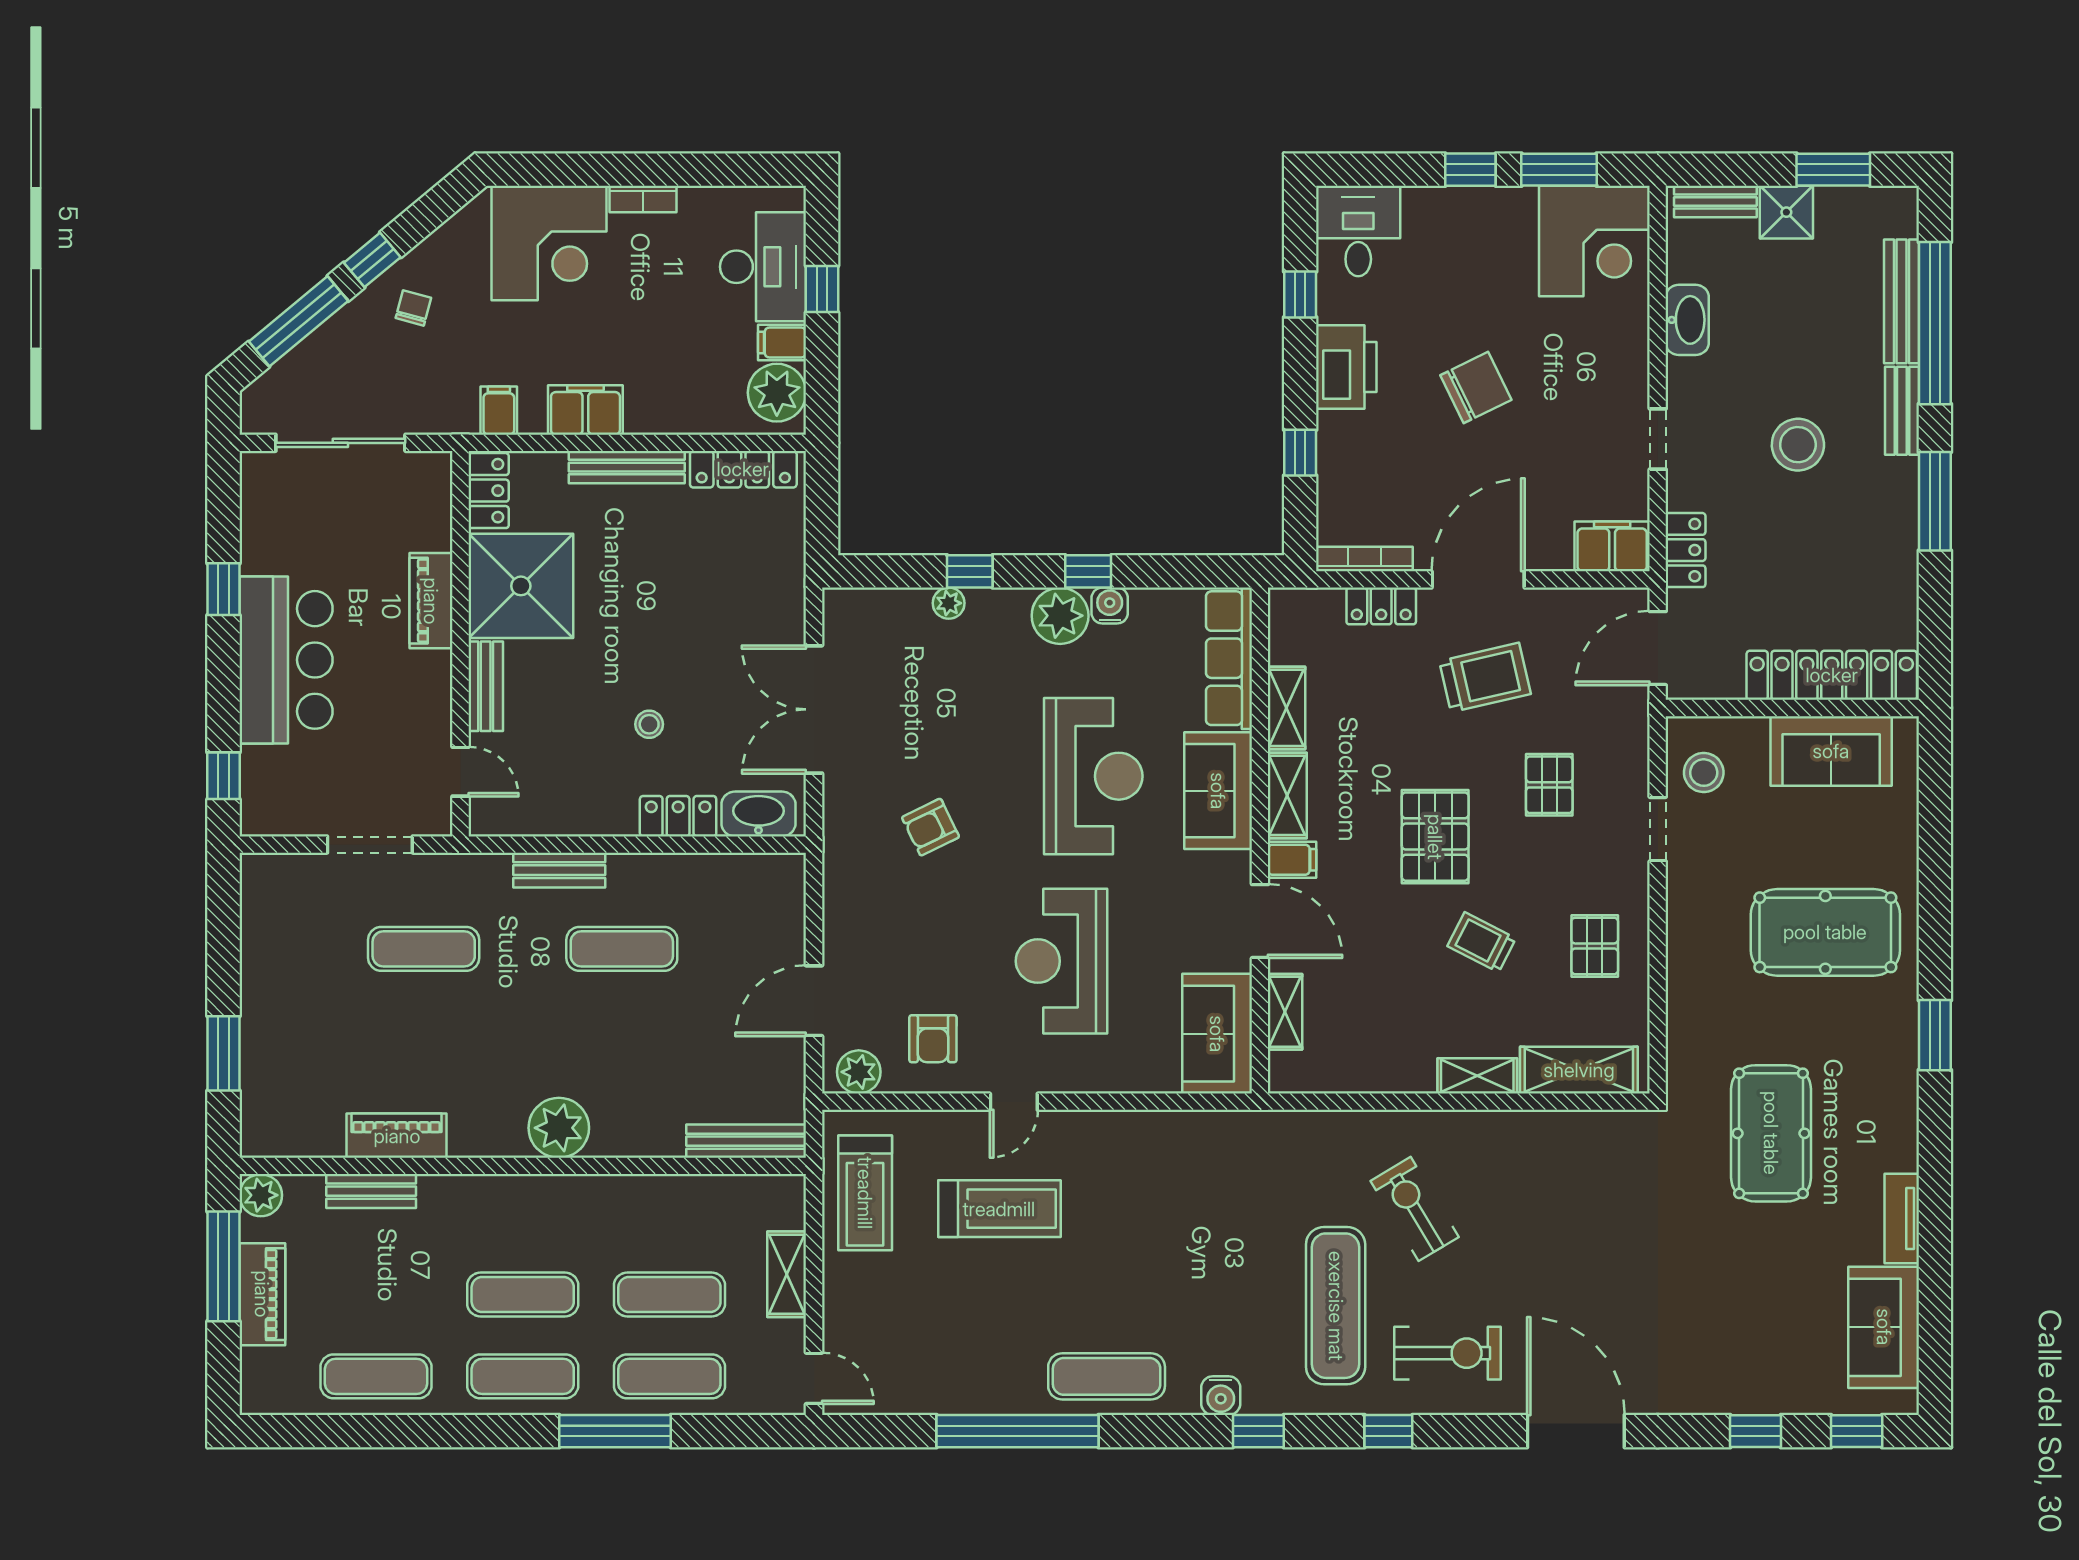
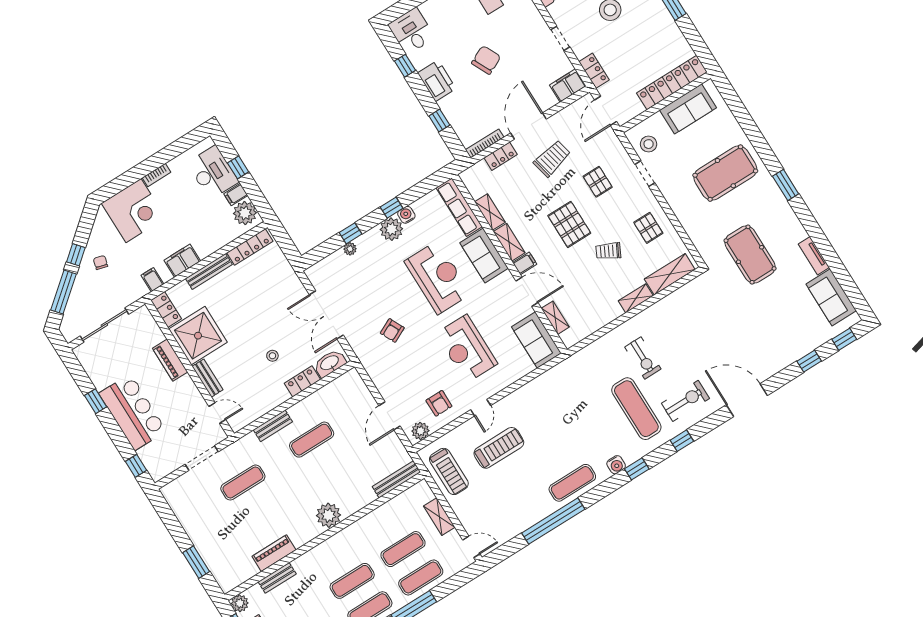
exercise bike: (1415, 1209) -> (643, 358), turned -149

